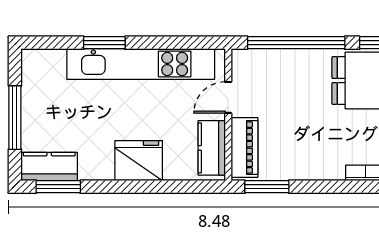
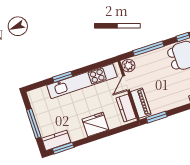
window: (296, 43) -> (148, 48), width x0.68
plant: (245, 64) -> (128, 66), added

